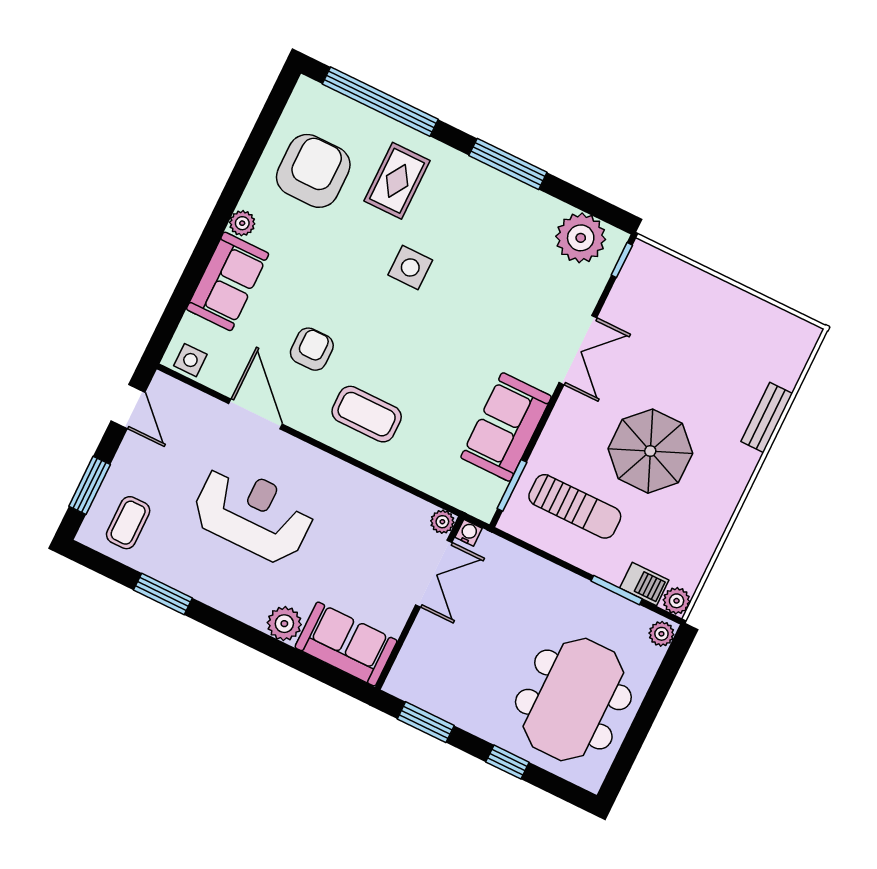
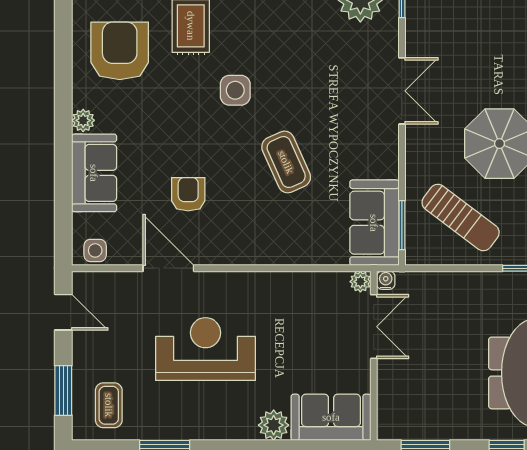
coffee table: (367, 414) -> (286, 162), moved, turned 66
sofa: (506, 427) -> (374, 223), moved
sun lounger: (575, 506) -> (461, 217), turned 37

